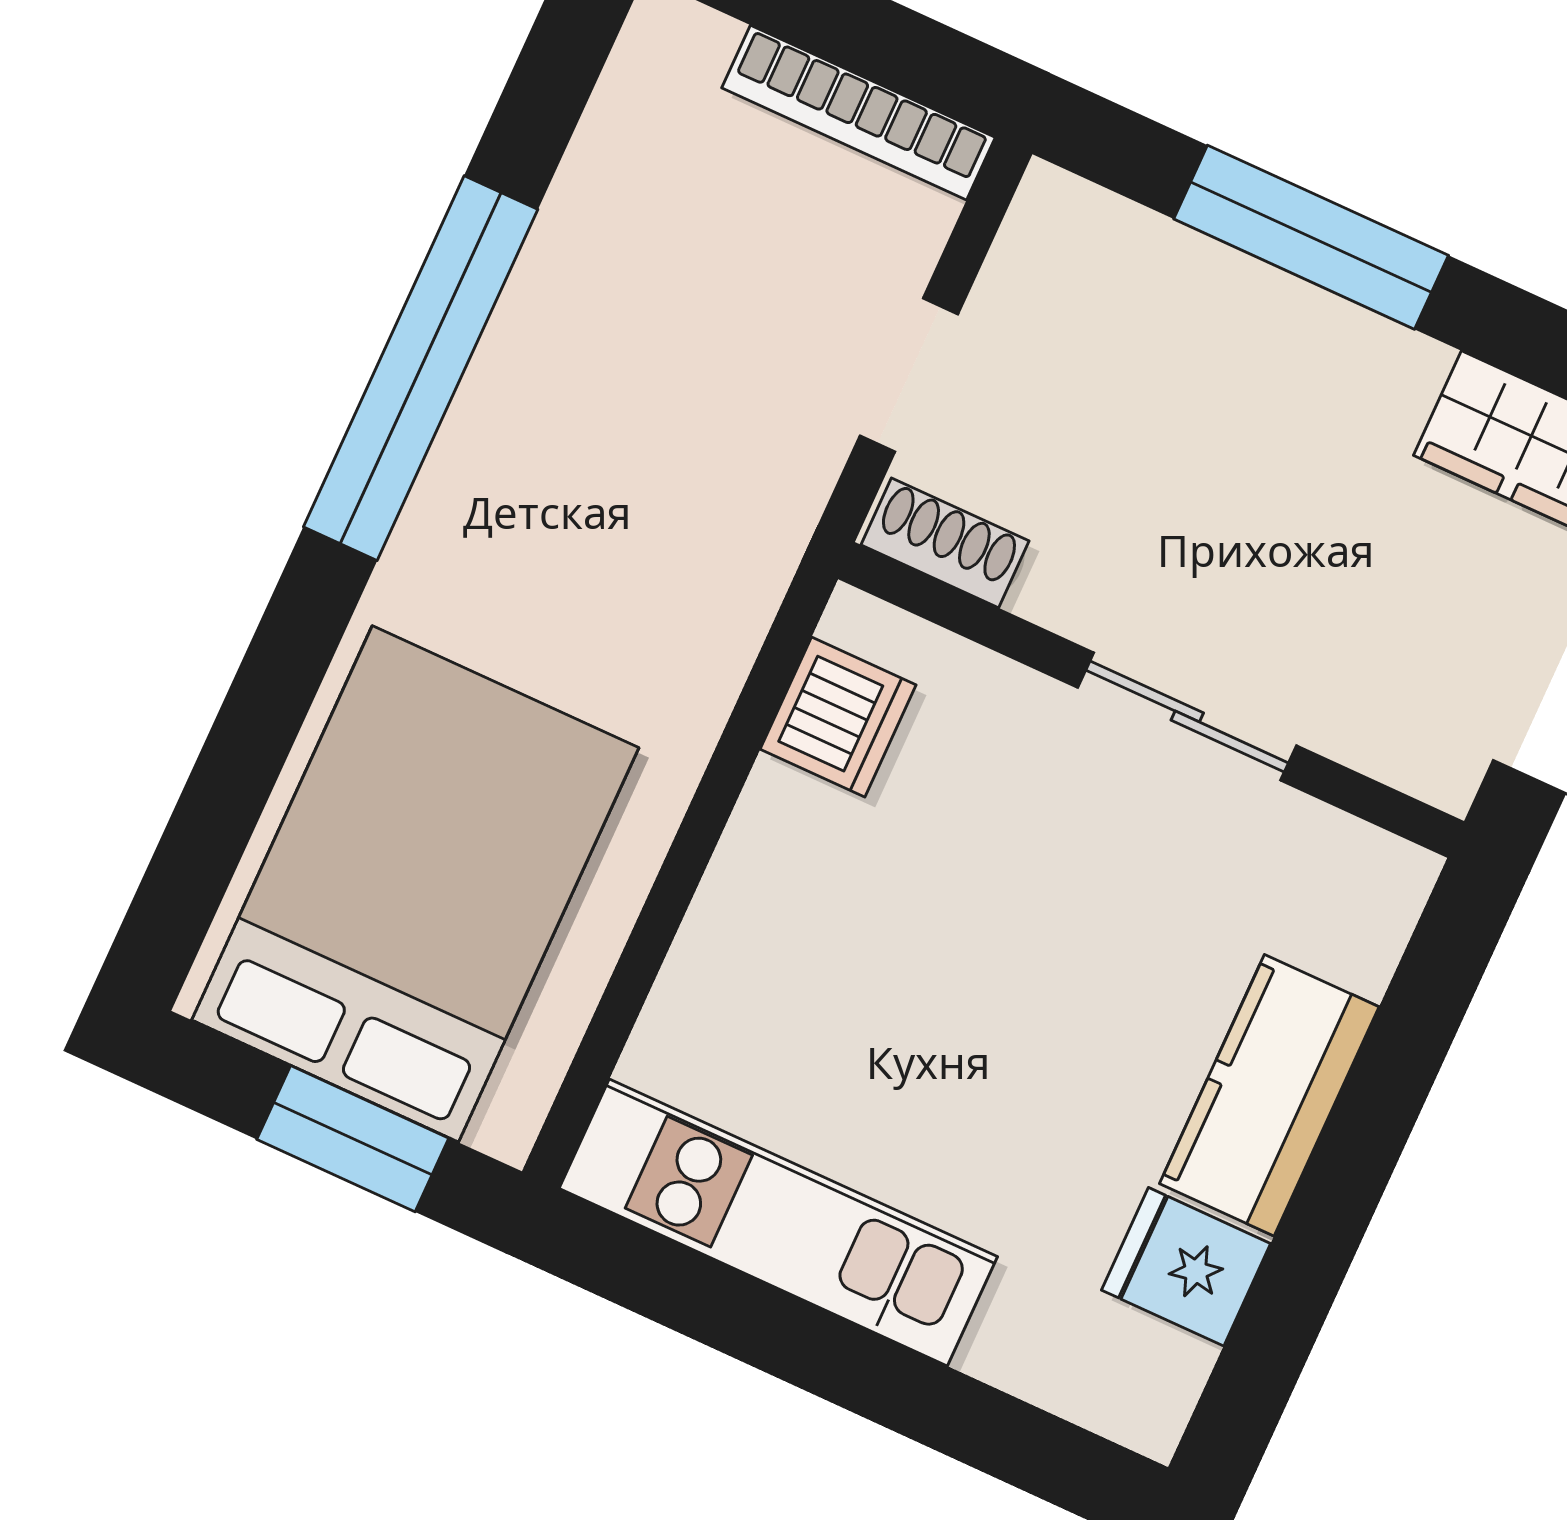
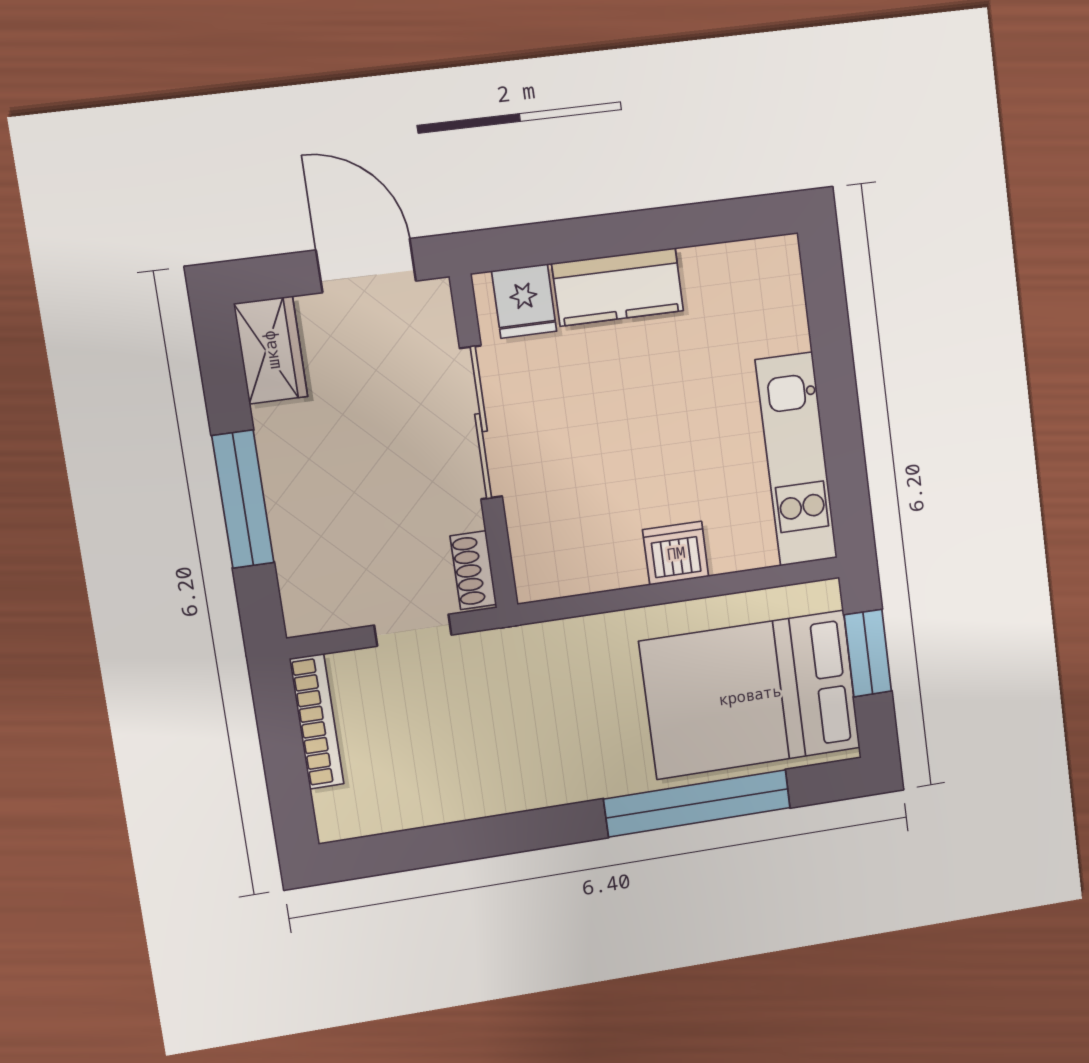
window: (421, 368) -> (697, 803), moved
dishwasher: (838, 717) -> (676, 553), moved
sliding door: (1187, 717) -> (481, 423), width x1.37
fridge: (1186, 1267) -> (524, 301), moved

